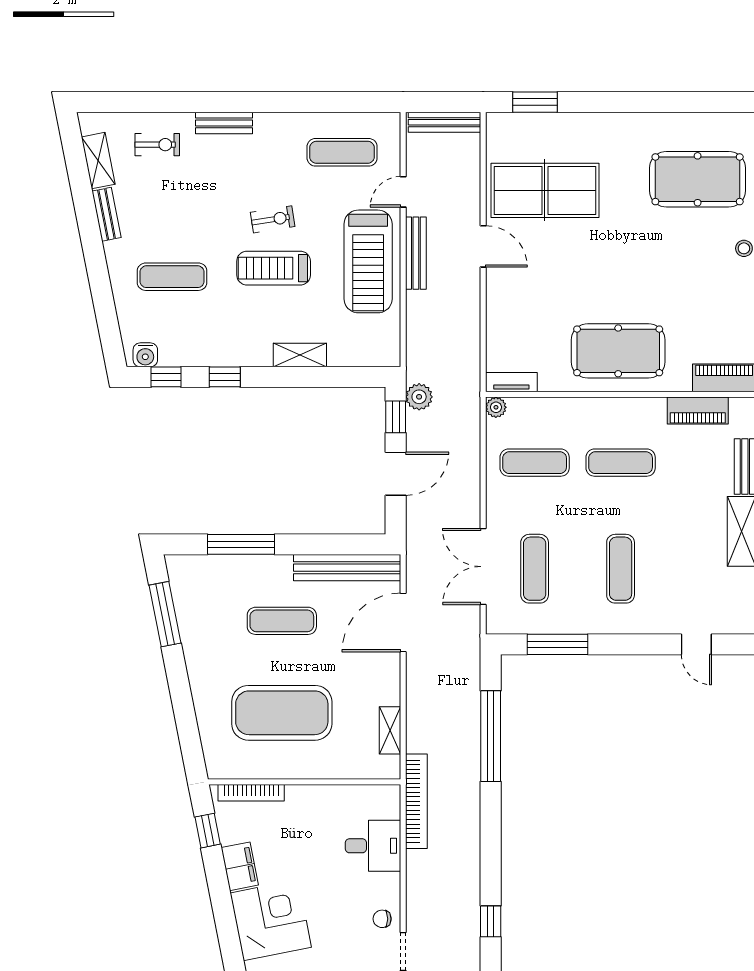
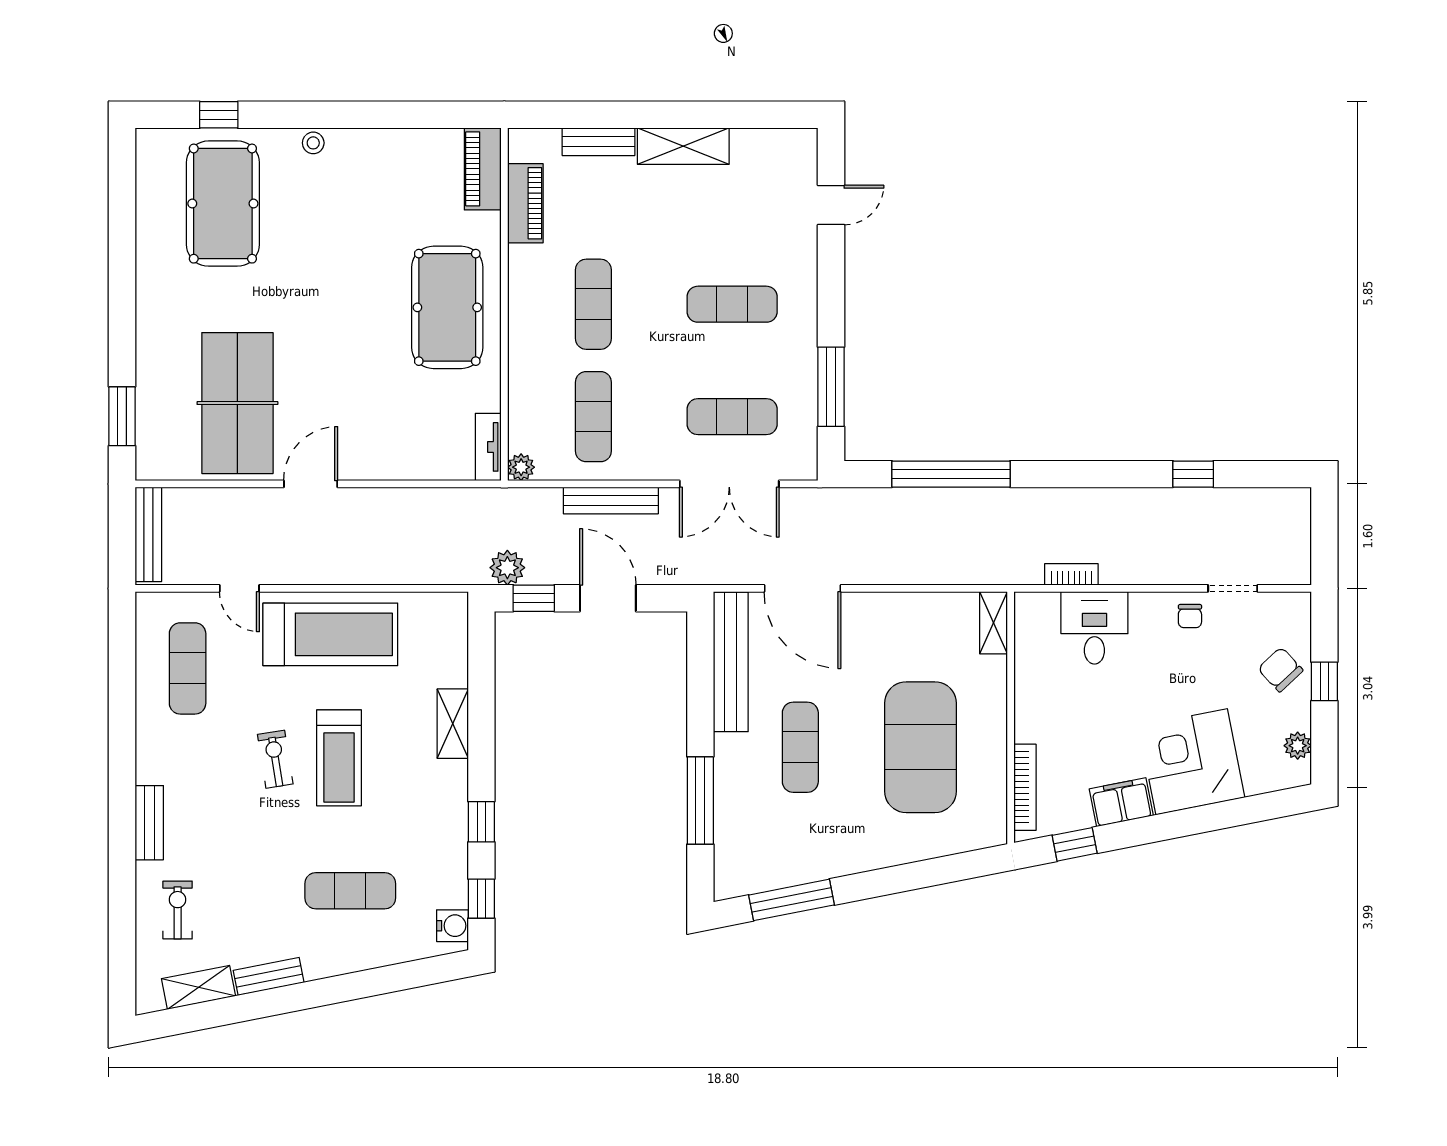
bench: (416, 253) -> (611, 500), moved
exercise mat: (172, 277) -> (350, 891), turned 90
shelving: (390, 730) -> (993, 623), moved, turned 90
bookcase: (416, 801) -> (1071, 574), width x0.43, depth x0.76

